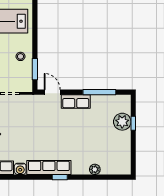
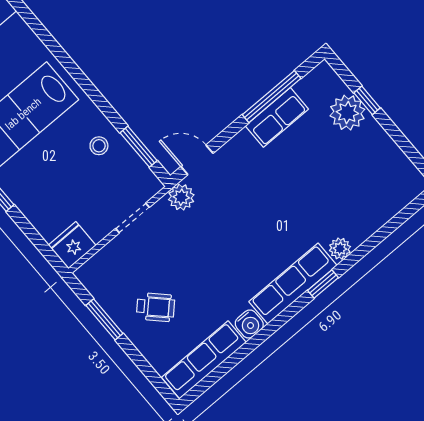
plant: (35, 101) -> (181, 197), added
row of seats: (76, 101) -> (277, 117), moved
plant: (95, 169) -> (340, 249), moved

